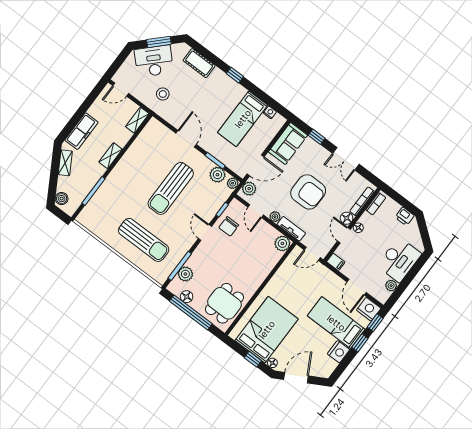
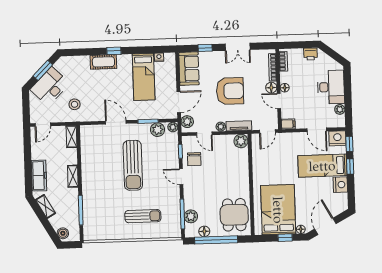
cot: (199, 63) -> (103, 62), moved
sun lounger: (144, 240) -> (143, 216), width x0.73, depth x0.75

